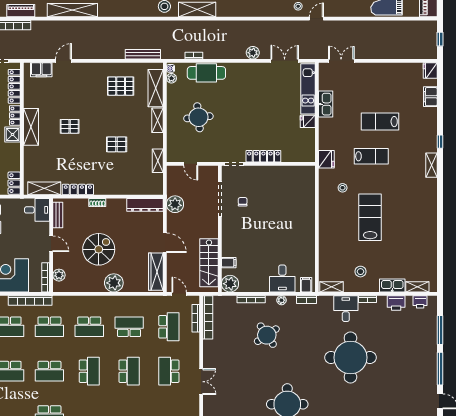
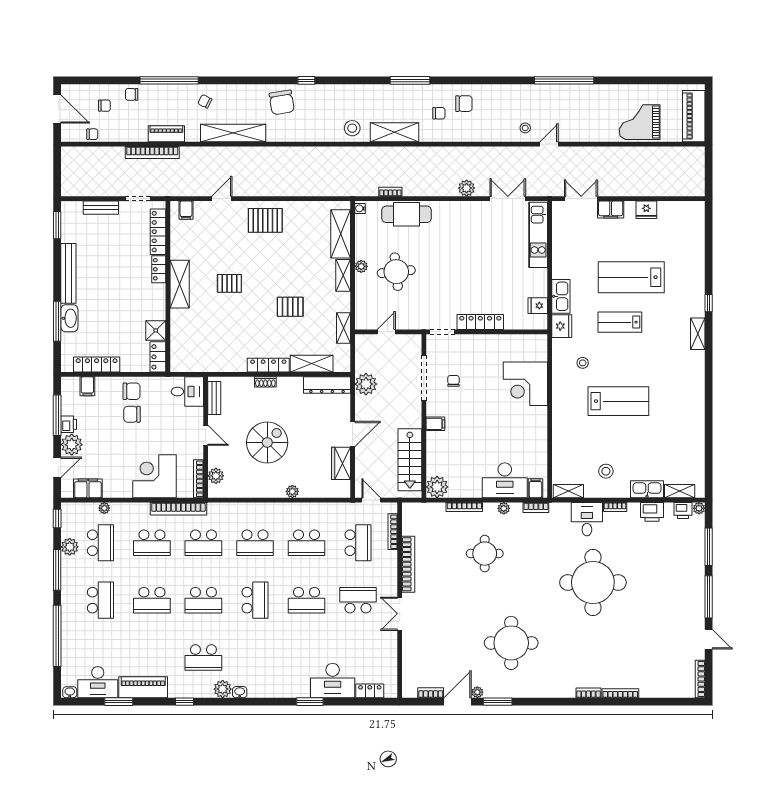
window: (440, 39) -> (709, 170), removed
bench: (143, 54) -> (324, 190), removed
filing cabinet: (41, 70) -> (186, 210), width x0.50
fridge: (430, 71) -> (646, 210), moved, turned -90
plant: (171, 78) -> (361, 266), moved
pallet: (121, 86) -> (265, 220), moved
filing cabinet: (430, 97) -> (611, 210), moved, turned -90
kitchen sink: (326, 104) -> (561, 296), moved
fridge: (308, 121) -> (538, 306), moved
lab bench: (380, 122) -> (631, 277), width x1.36, depth x1.39
shower: (13, 134) -> (156, 330), moved
lab bench: (371, 156) -> (620, 322), turned 180
door: (191, 164) -> (386, 332), swing flipped
shelving: (44, 188) -> (312, 364), moved
locker: (78, 190) -> (268, 365), moved
corner desk: (298, 204) -> (525, 384), added
lab bench: (370, 217) -> (618, 401), turned 90
door: (165, 243) -> (353, 434), hinge flipped
filing cabinet: (229, 263) -> (435, 424), moved
wardrobe: (156, 272) -> (341, 463), width x0.67
desk: (282, 279) -> (505, 480), width x1.37
plant: (114, 283) -> (292, 491), width x0.53, depth x0.53
plant: (432, 300) -> (699, 508), added
bookcase: (208, 317) -> (408, 564), moved
school desk: (129, 327) -> (306, 543), turned 180
round table: (267, 335) -> (485, 554), turned 34
school desk: (129, 371) -> (306, 600), turned 90
school desk: (169, 371) -> (358, 600), turned 90
double door: (201, 382) -> (400, 614), swing flipped

